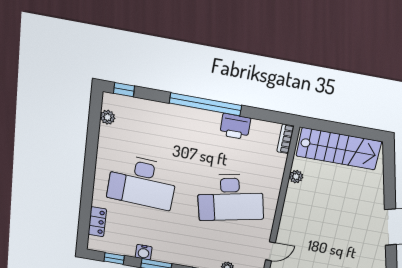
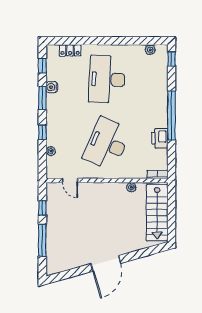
desk: (230, 198) -> (107, 144), turned 36

